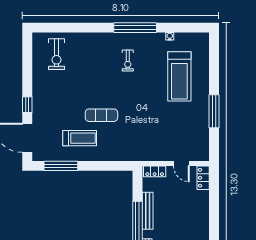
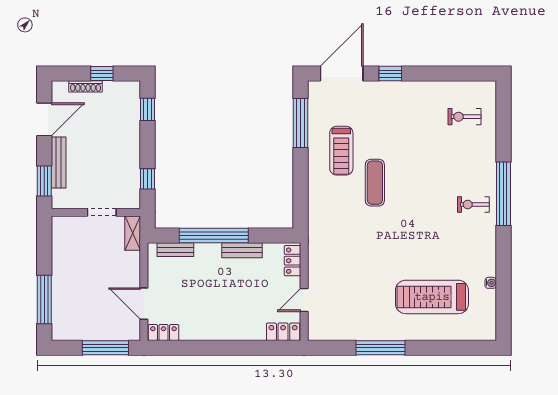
window: (135, 28) -> (503, 194), moved
exercise bike: (57, 54) -> (464, 117), width x0.73, depth x0.72
exercise bike: (128, 60) -> (473, 204), moved
bench: (148, 211) -> (242, 250), width x0.73

